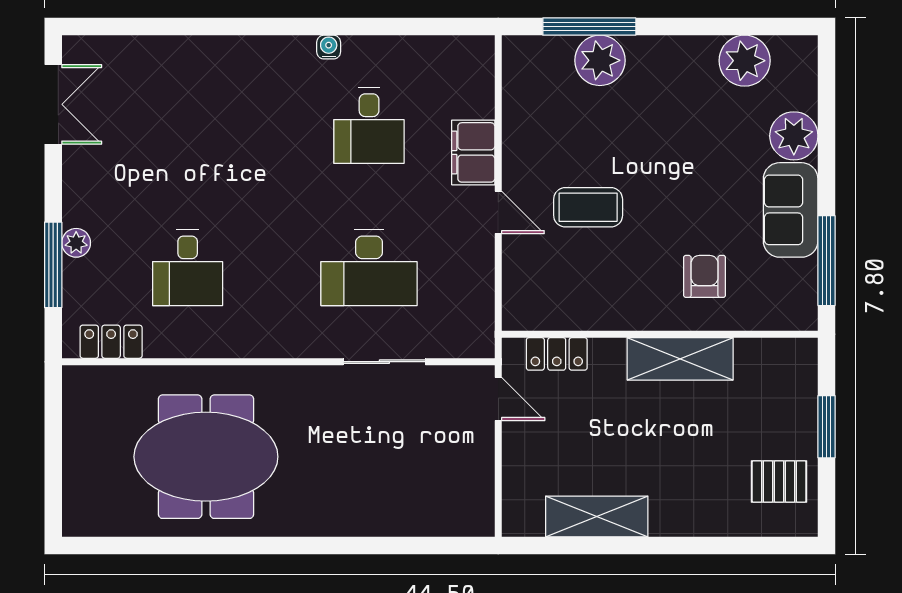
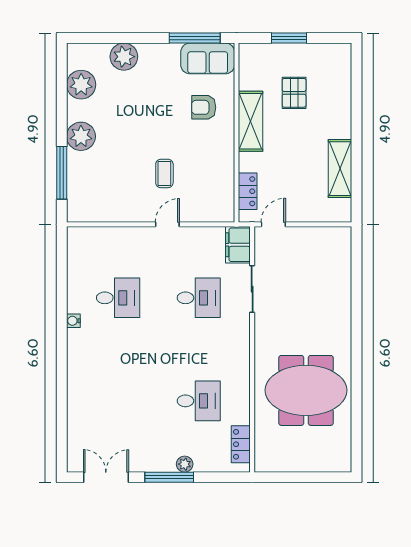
plant: (600, 60) -> (81, 136), moved
filing cabinet: (473, 152) -> (238, 245), moved, turned 90
coffee table: (588, 207) -> (164, 173), width x0.73, depth x0.77
sofa: (791, 210) -> (208, 58), moved
window: (53, 265) -> (169, 477), moved
desk: (369, 268) -> (199, 298), width x0.73
meeting table: (206, 457) -> (306, 390), turned 90
pallet: (779, 481) -> (294, 93), moved

